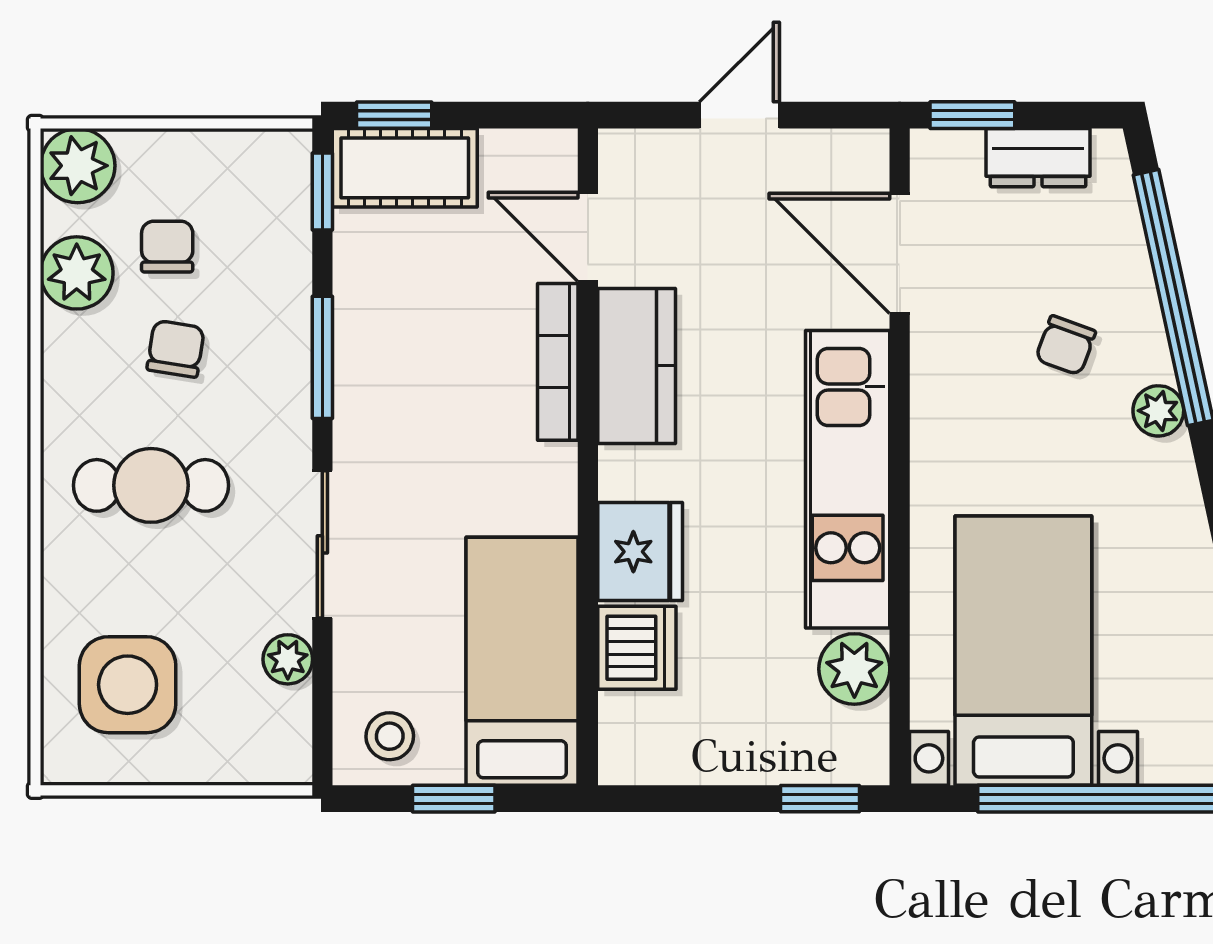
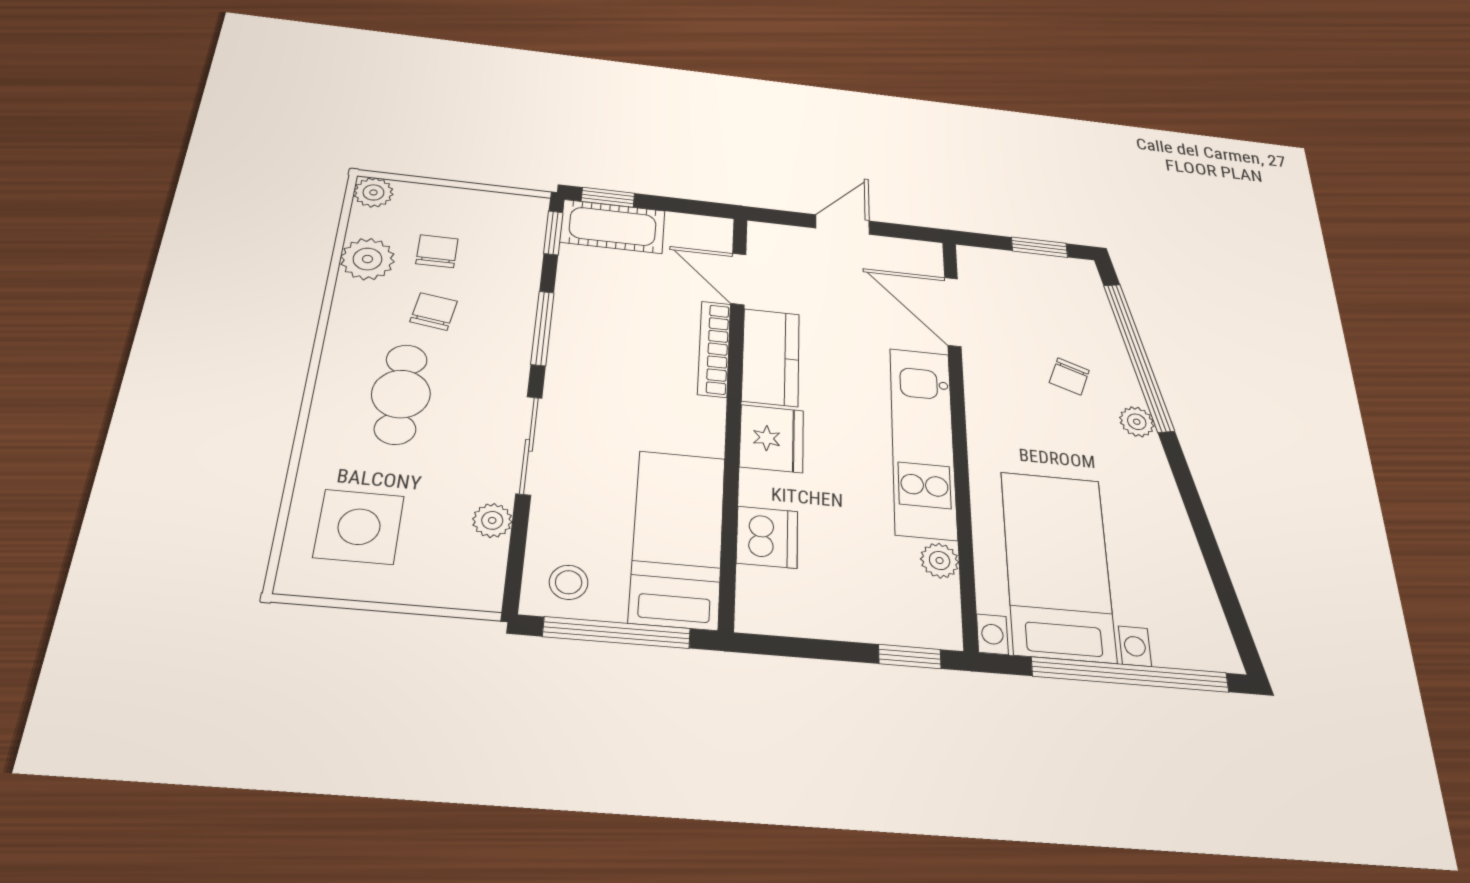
window: (972, 115) -> (1039, 247), moved
dresser: (1038, 158) -> (1041, 270), removed
plant: (78, 166) -> (373, 192), width x0.73, depth x0.73
cafe table: (151, 485) -> (401, 394), turned 90
fridge: (640, 552) -> (772, 439), moved
plant: (854, 669) -> (940, 561), width x0.73, depth x0.73
window: (454, 799) -> (617, 633), width x2.17

